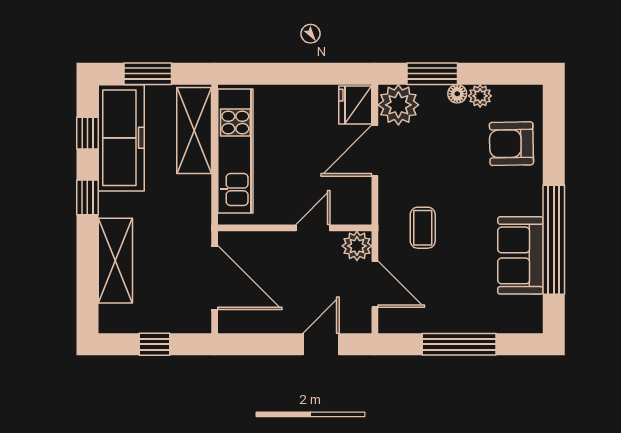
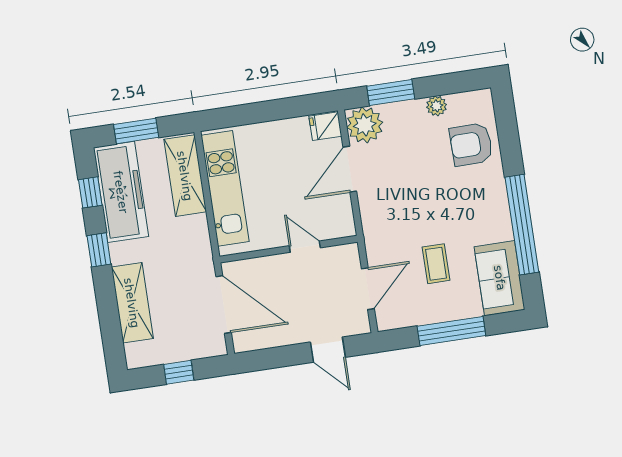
floor lamp: (457, 94) -> (416, 107), removed
fridge: (355, 105) -> (325, 126), width x0.72
door: (313, 228) -> (305, 247), hinge flipped
coffee table: (423, 228) -> (436, 264), moved
plant: (357, 246) -> (347, 257), removed
sofa: (520, 255) -> (500, 278), moved
door: (375, 284) -> (368, 289), hinge flipped
door: (321, 344) -> (328, 350), swing flipped

